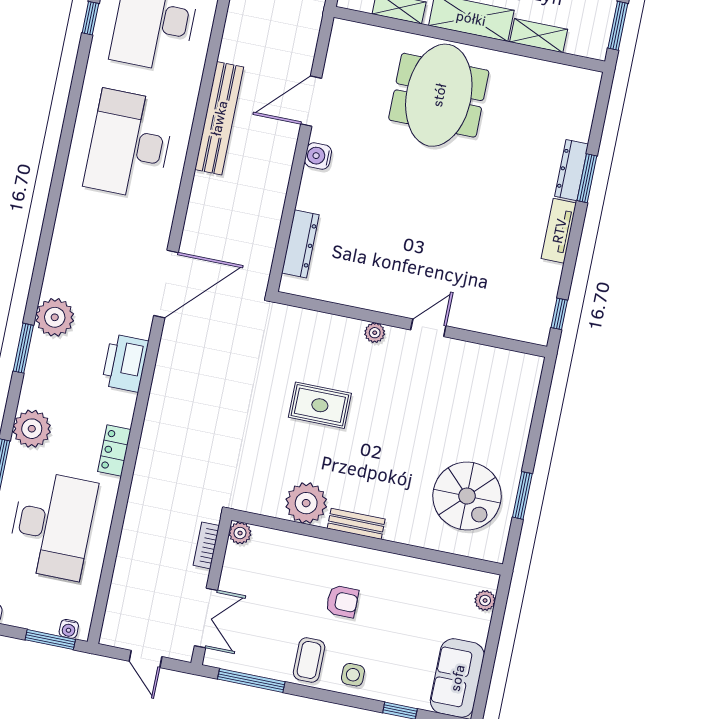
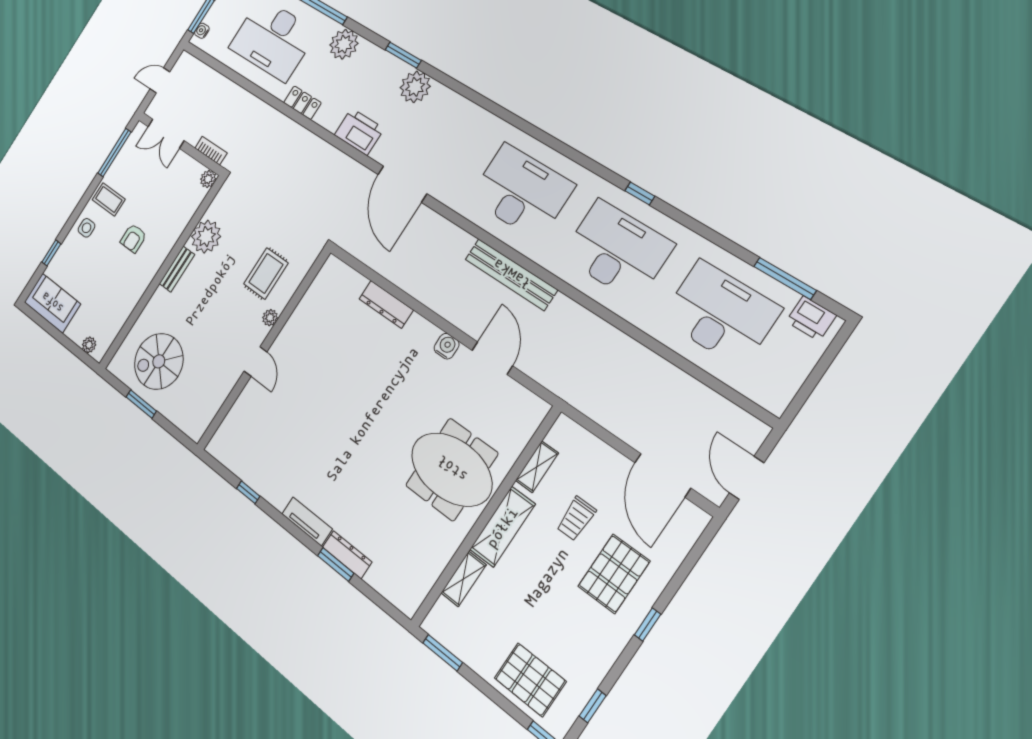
wall: (411, 324) -> (263, 349), moved
door: (428, 328) -> (256, 361), moved
plant: (375, 333) -> (270, 318), moved

